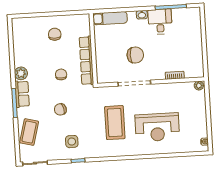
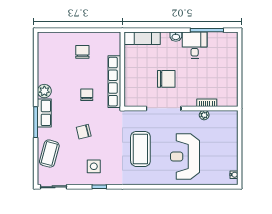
plant: (199, 86) -> (204, 115), moved
reception desk: (157, 127) -> (185, 157), turned 90

